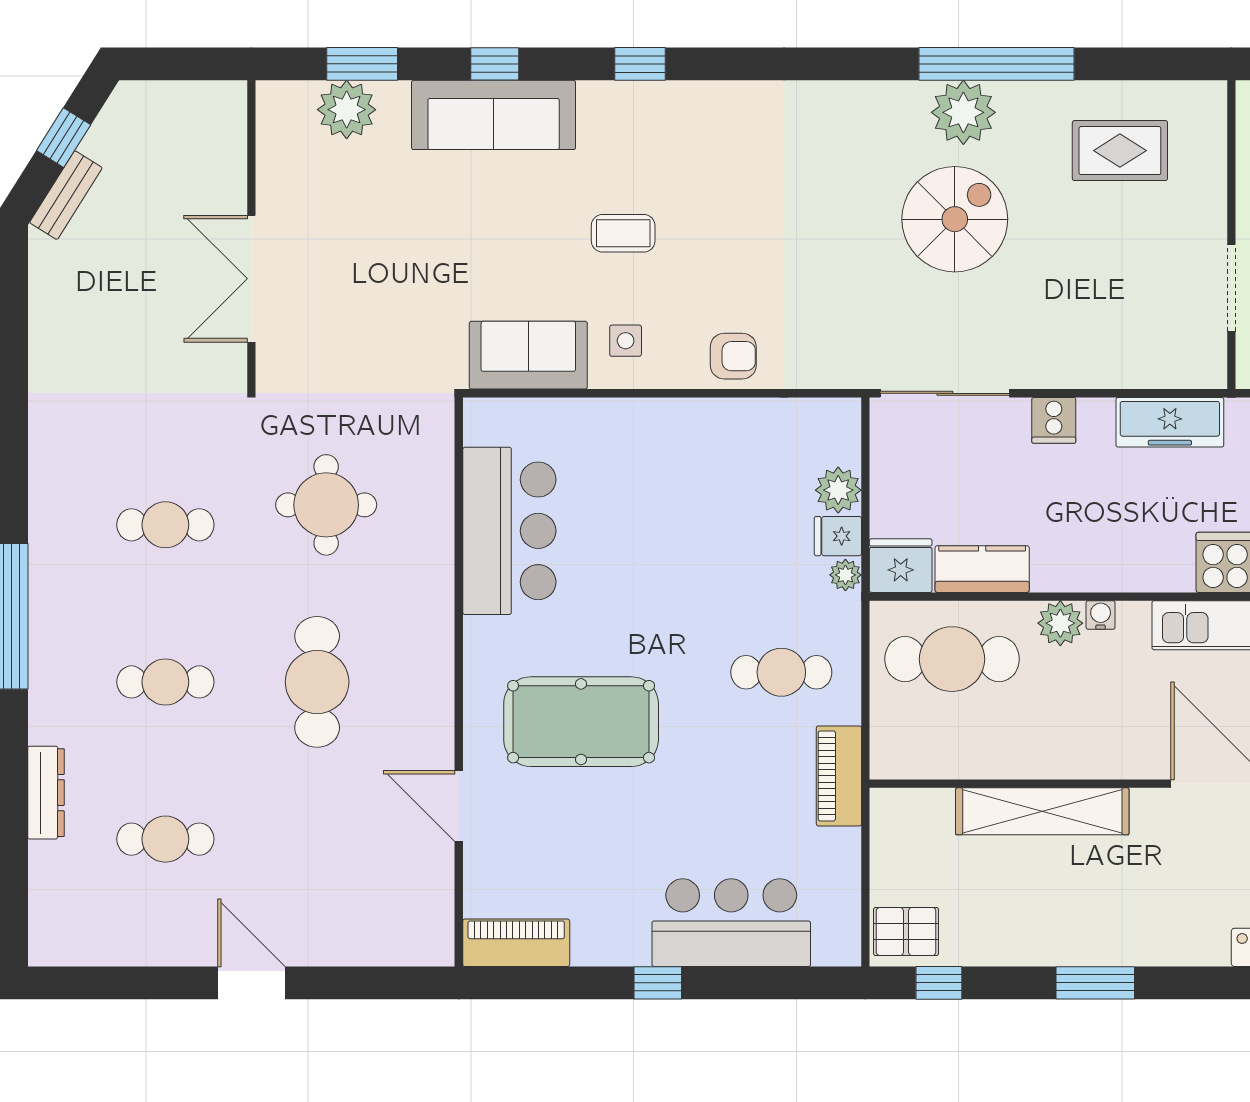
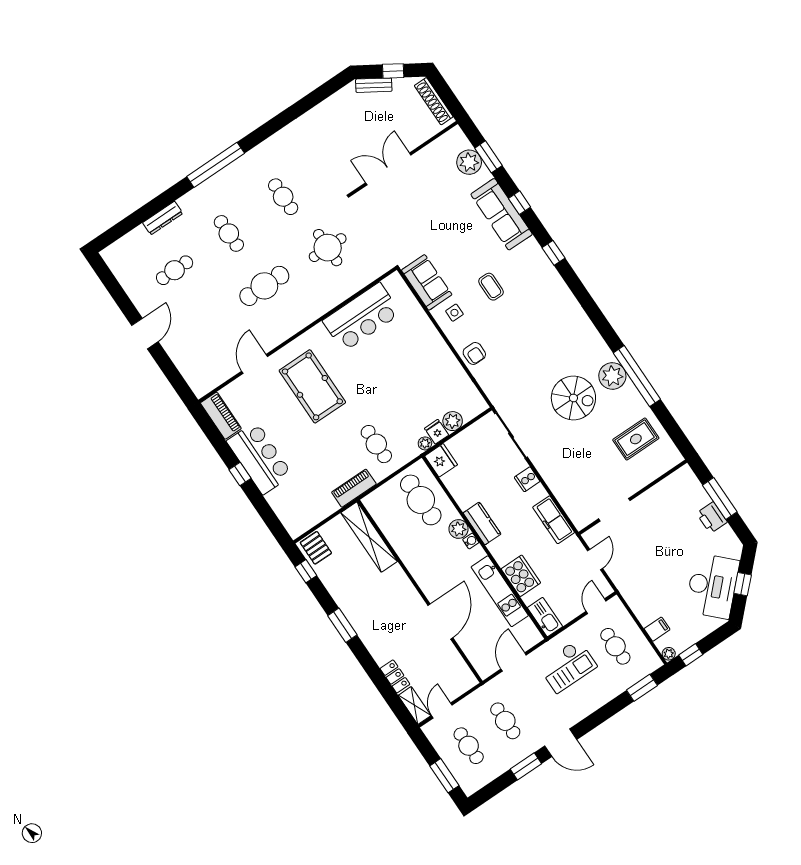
shoe rack: (178, 98) -> (434, 101), added
rug: (1120, 151) -> (636, 439), turned 90
kitchen counter: (982, 569) -> (482, 523), moved
shelving: (1042, 811) -> (369, 537), moved
cafe table: (165, 839) -> (175, 270), turned 90
bar counter: (731, 923) -> (260, 458), moved

